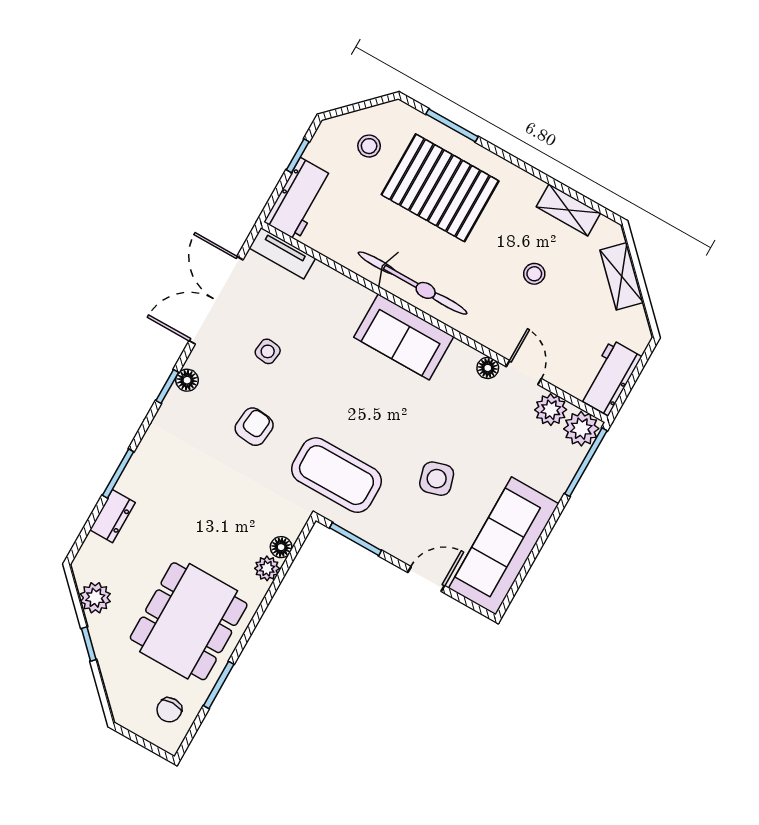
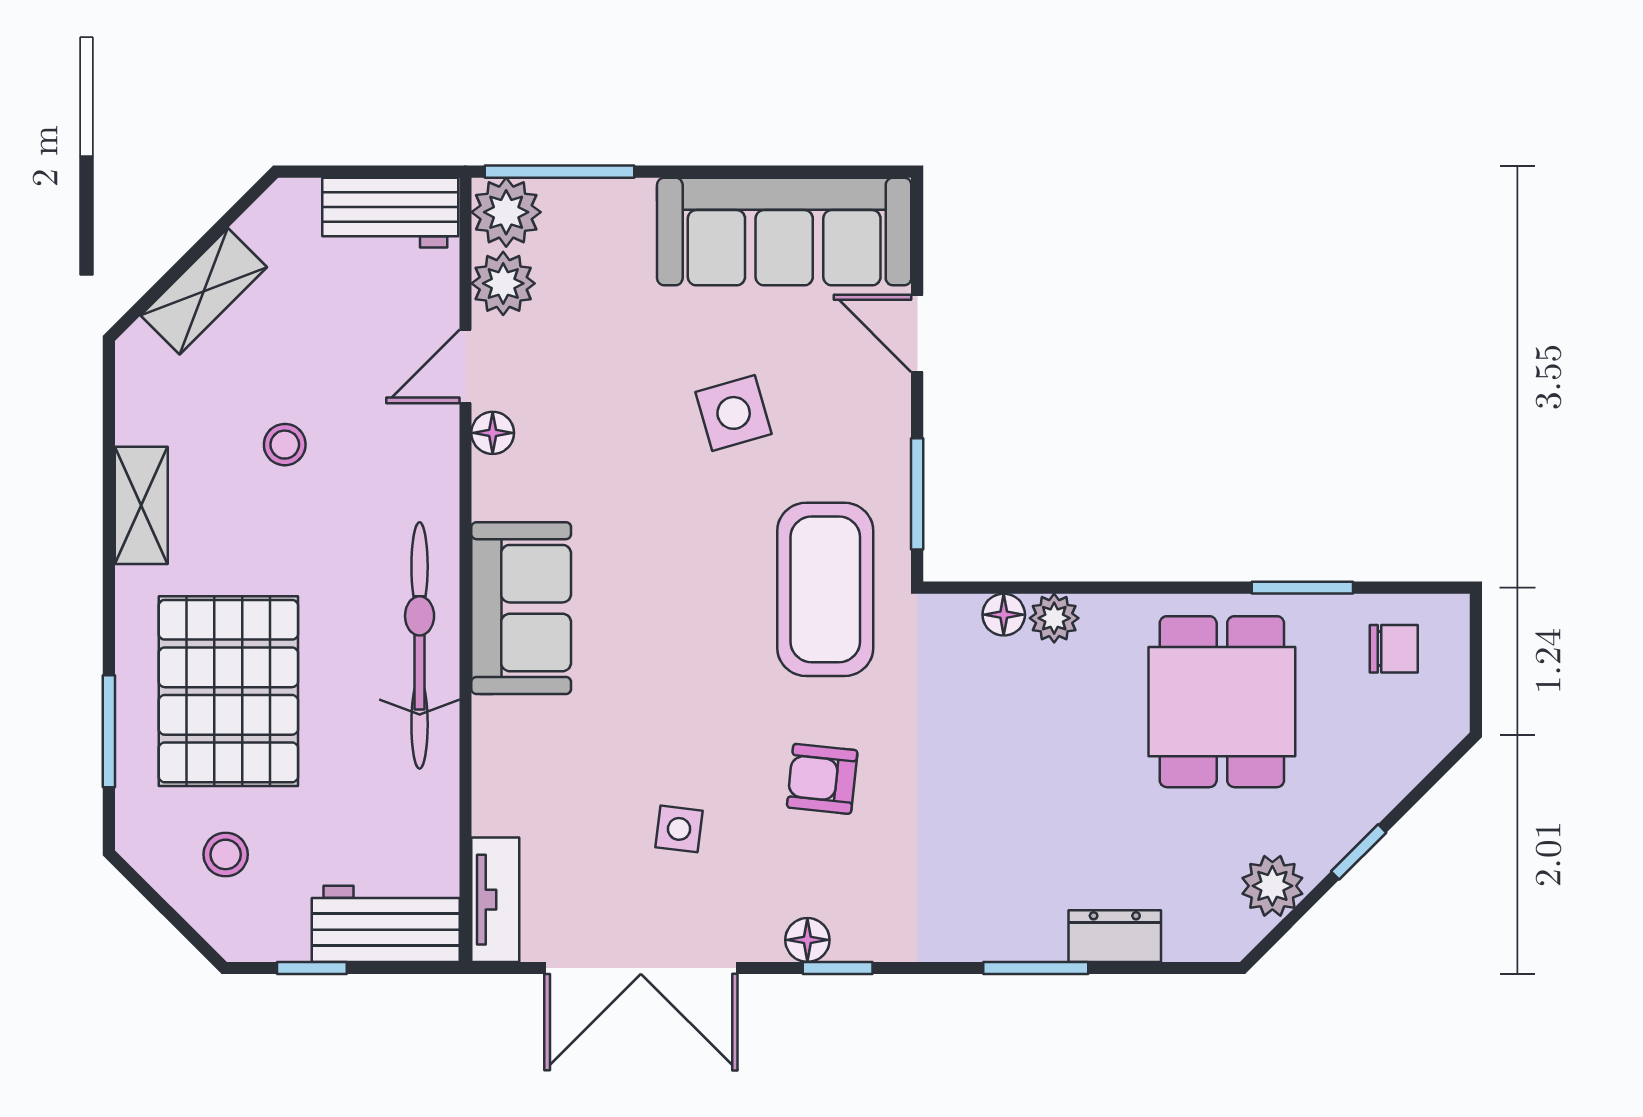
shelving: (568, 210) -> (141, 505), moved
dining table: (189, 621) -> (1222, 702), width x0.73

